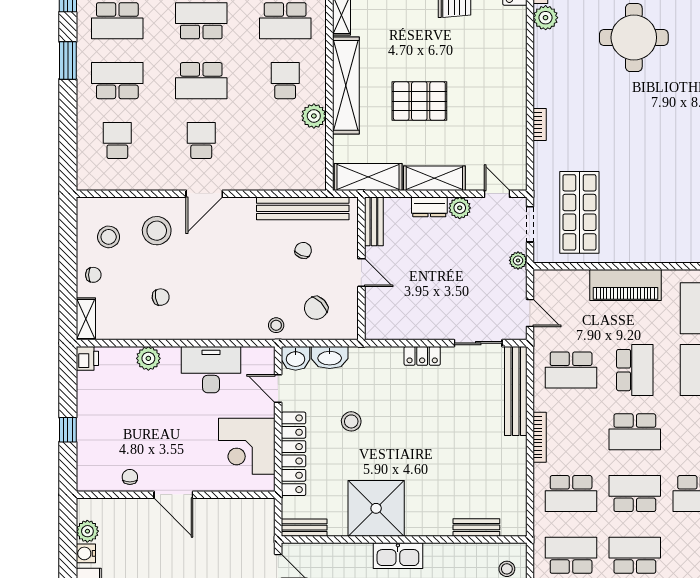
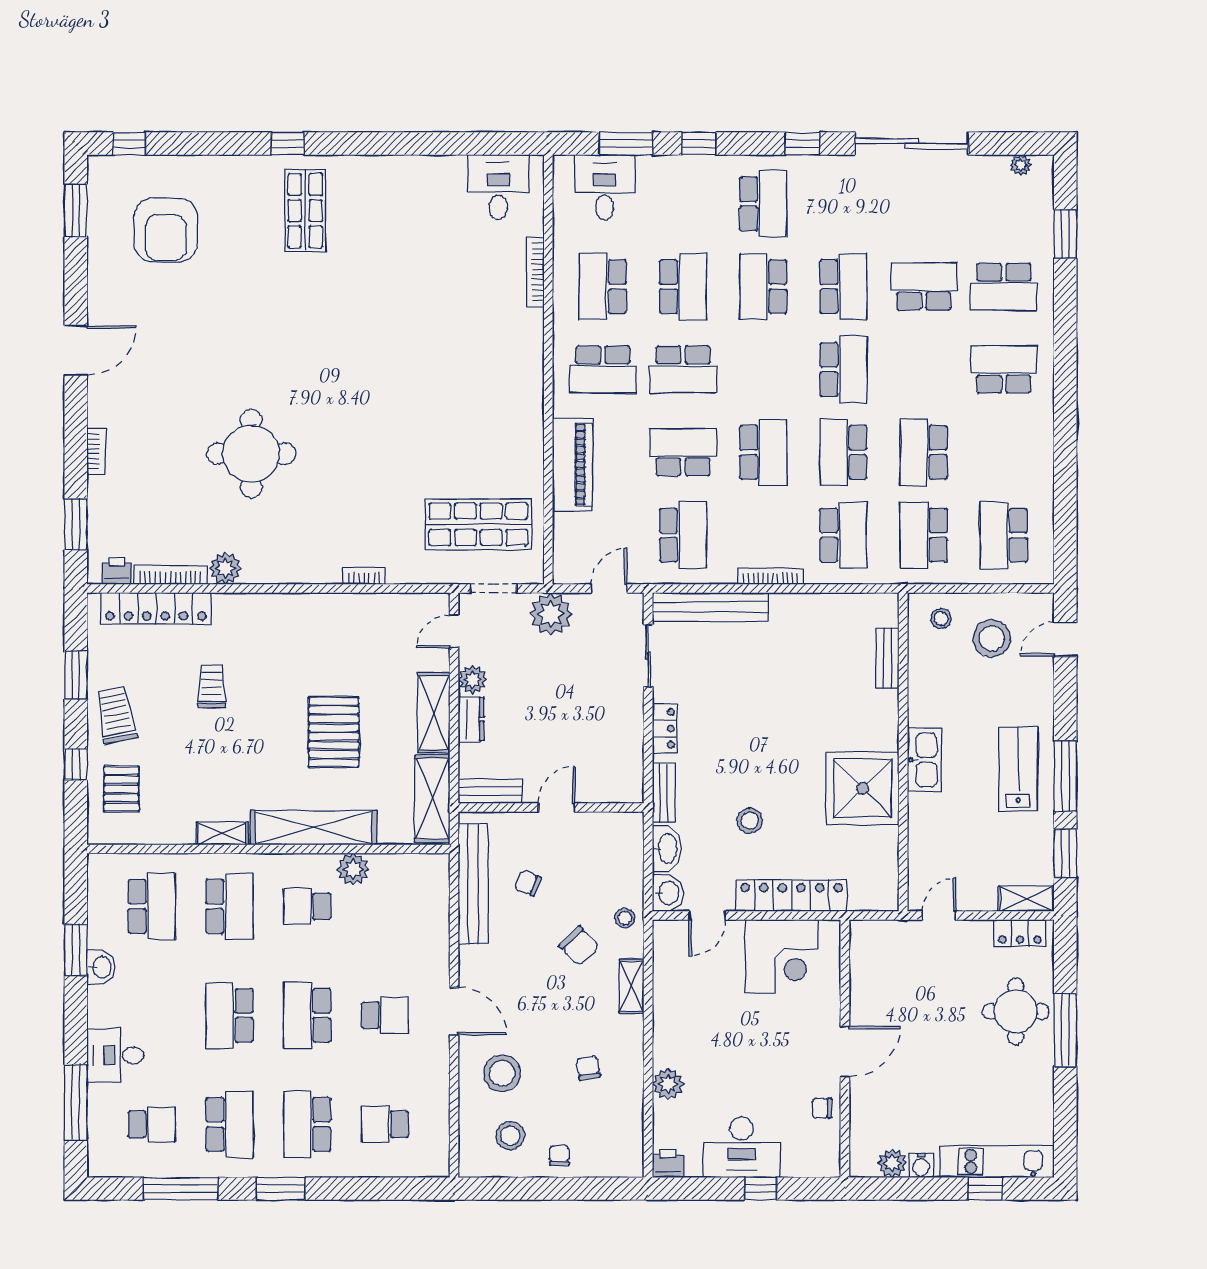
school desk: (201, 81) -> (307, 1015), turned 180
school desk: (201, 140) -> (385, 1015), turned 180
plant: (518, 260) -> (551, 614), width x1.88, depth x1.88
chair: (316, 308) -> (579, 946), moved
shelving: (86, 319) -> (632, 986), moved, turned 90
desk: (211, 370) -> (742, 1147), moved, turned -90
bench: (304, 528) -> (664, 793), moved

